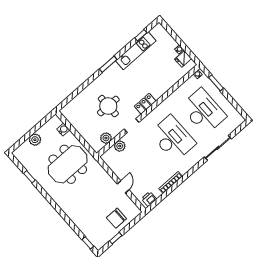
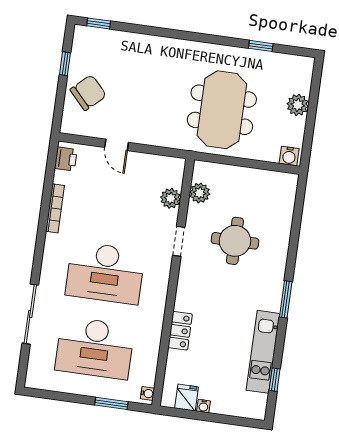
locker: (145, 104) -> (180, 331), moved
water cooler: (63, 130) -> (289, 156), moved
chair: (116, 218) -> (88, 93), turned 47

